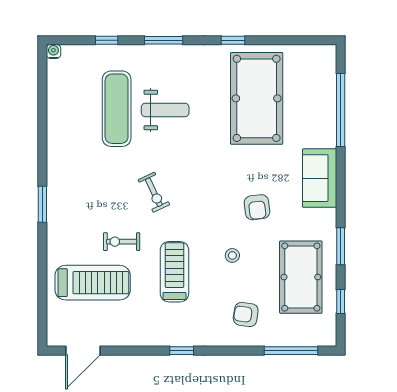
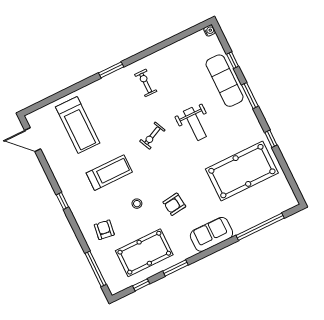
exercise mat: (117, 109) -> (225, 81), moved, turned 90
weight bench: (165, 110) -> (195, 124), moved
exercise bike: (122, 242) -> (146, 83), moved

